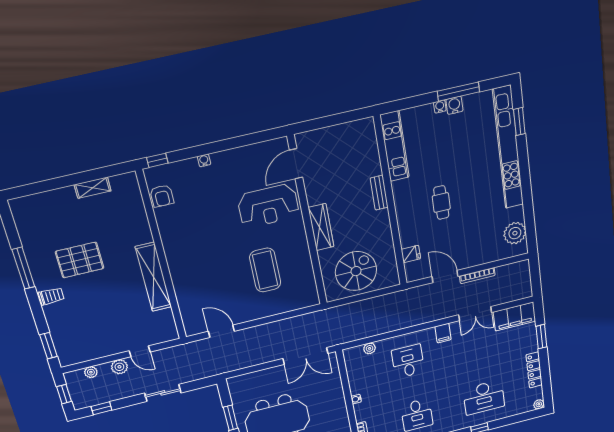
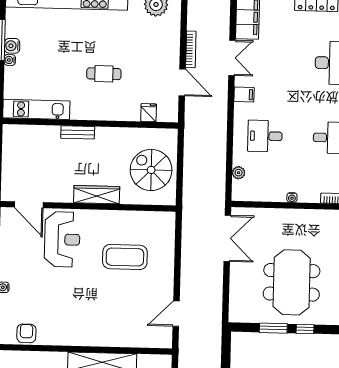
armchair: (162, 196) -> (26, 333), turned -90
door: (445, 276) -> (182, 82), swing flipped

